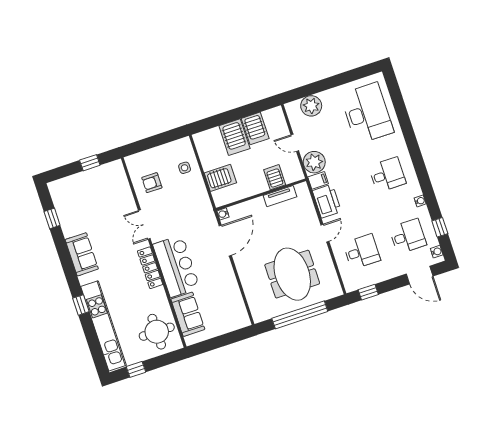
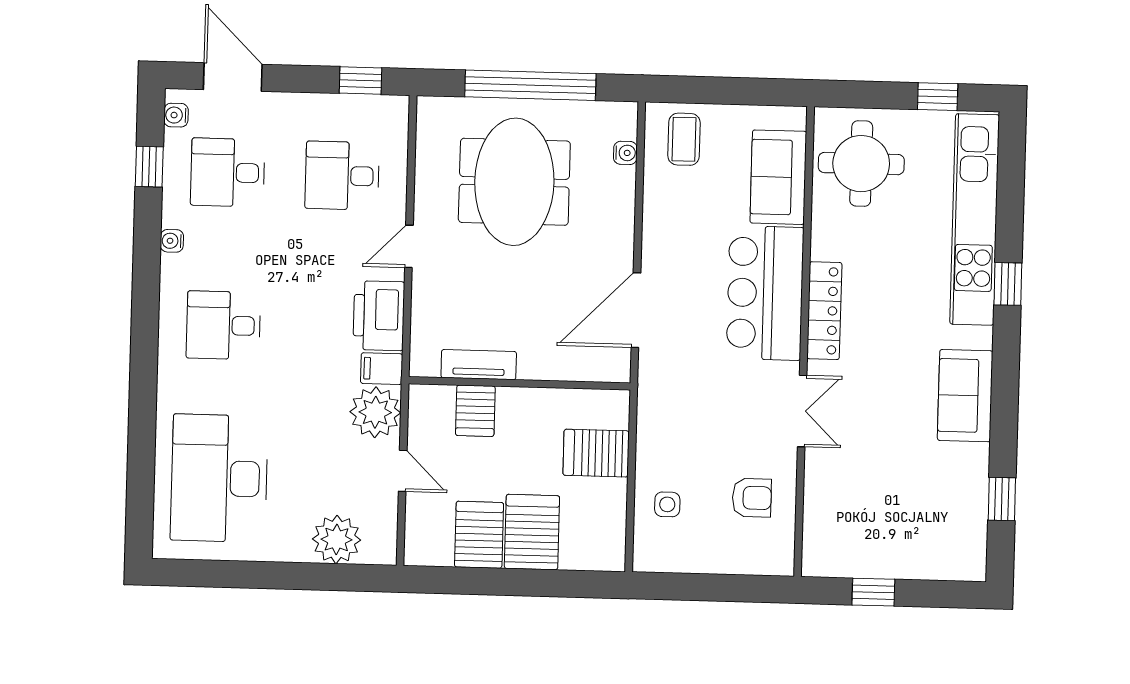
water cooler: (223, 214) -> (625, 153), moved
coffee table: (231, 316) -> (684, 139), added

